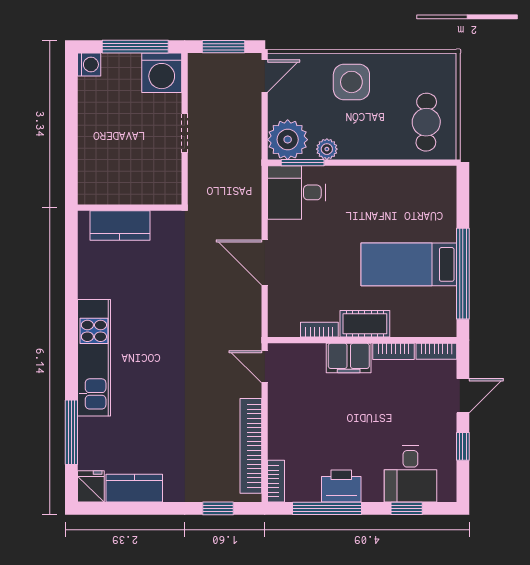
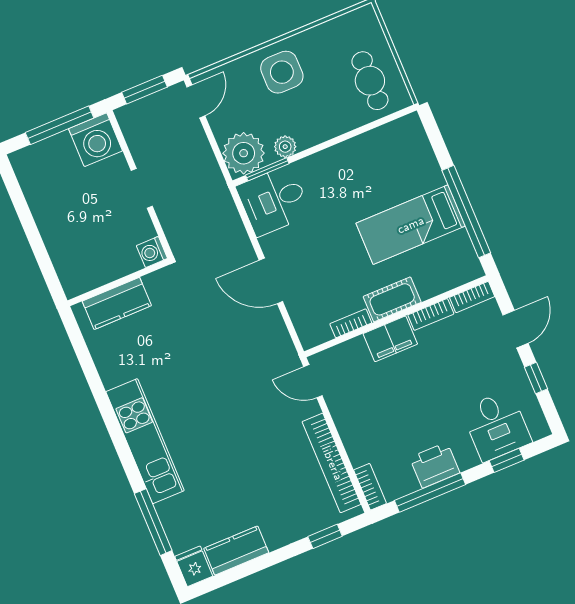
washing machine: (89, 65) -> (152, 252), moved, turned 180

